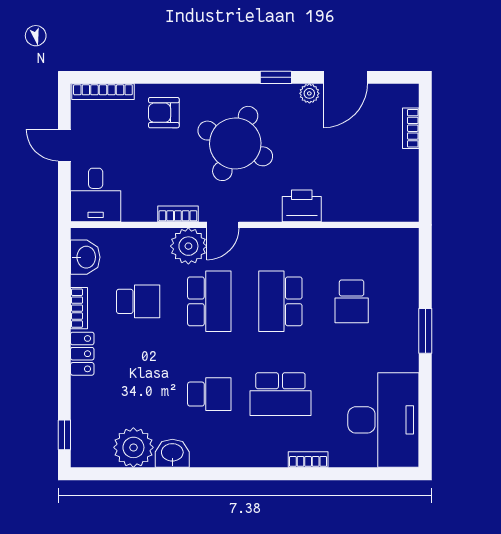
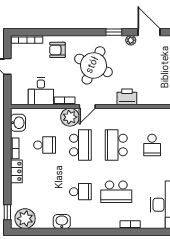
door: (345, 77) -> (149, 32), swing flipped
desk: (96, 195) -> (41, 91), moved
plant: (133, 447) -> (25, 219), moved

